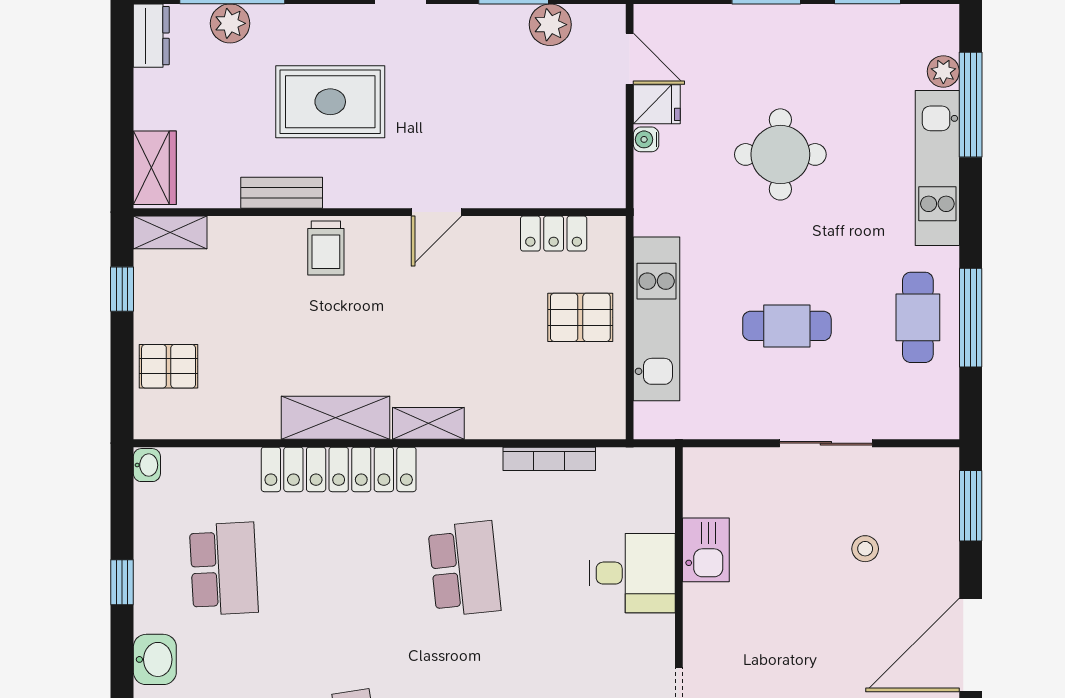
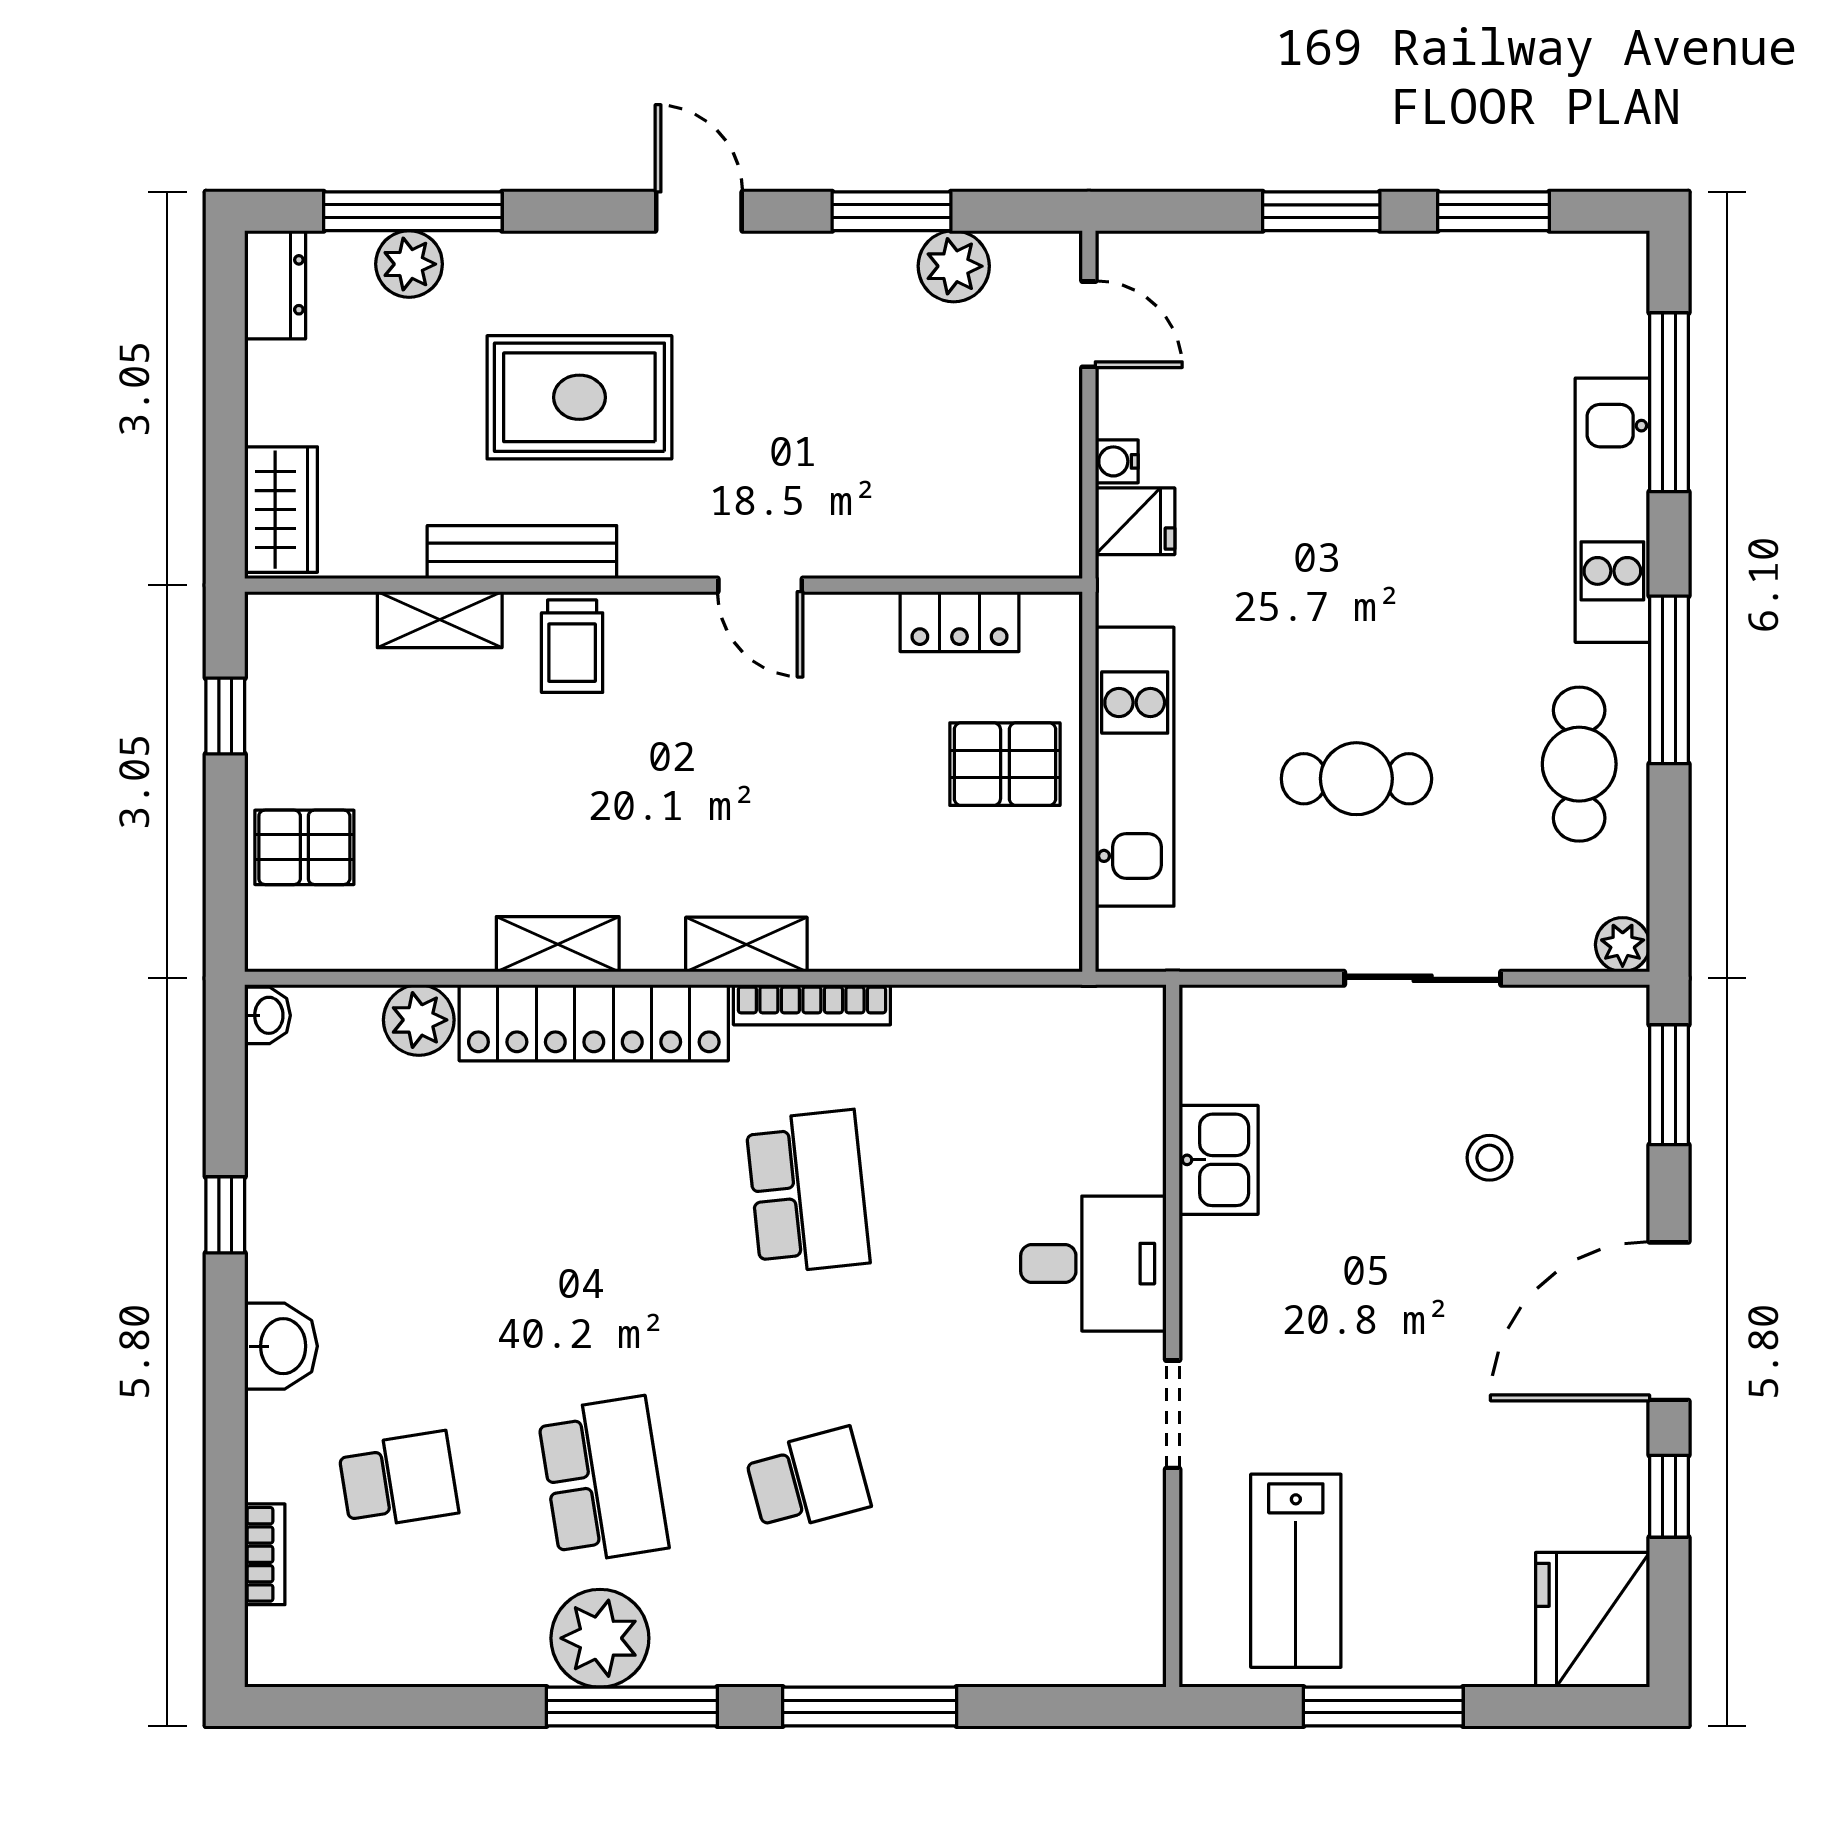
plant: (943, 71) -> (1623, 945), moved
fridge: (657, 104) -> (1135, 521), moved
round table: (780, 154) -> (1345, 487), removed
bench: (282, 193) -> (522, 552), width x1.36
door: (436, 212) -> (760, 585), hinge flipped
shelving: (170, 232) -> (440, 620), moved
window: (971, 318) -> (1669, 680), moved
shelving: (335, 418) -> (558, 944), width x0.67, depth x0.75
bookcase: (549, 459) -> (812, 1005), moved
plant: (236, 468) -> (419, 1020), added
school desk: (224, 569) -> (398, 1192), removed
desk: (632, 573) -> (1093, 1264), moved

